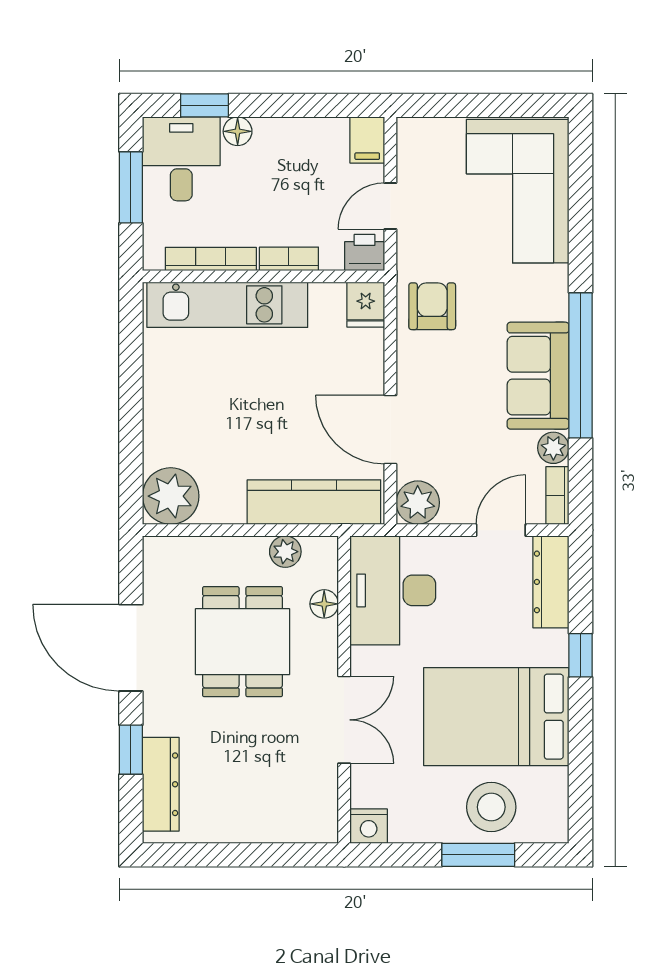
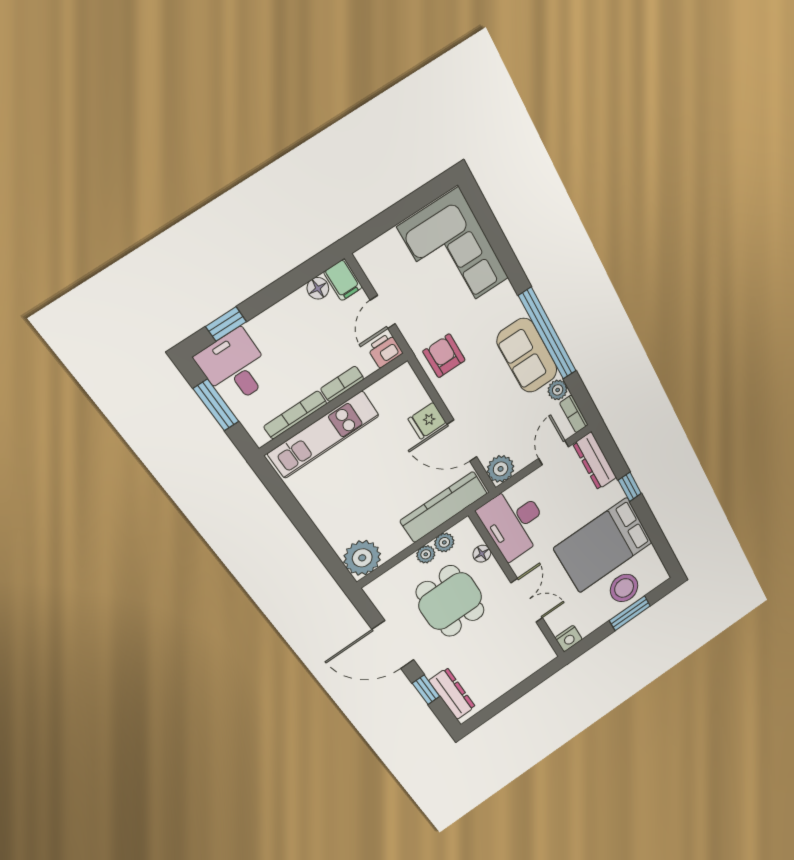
floor lamp: (238, 131) -> (318, 288), moved
fridge: (366, 305) -> (427, 421), moved, turned 90
plant: (252, 551) -> (426, 554), added

